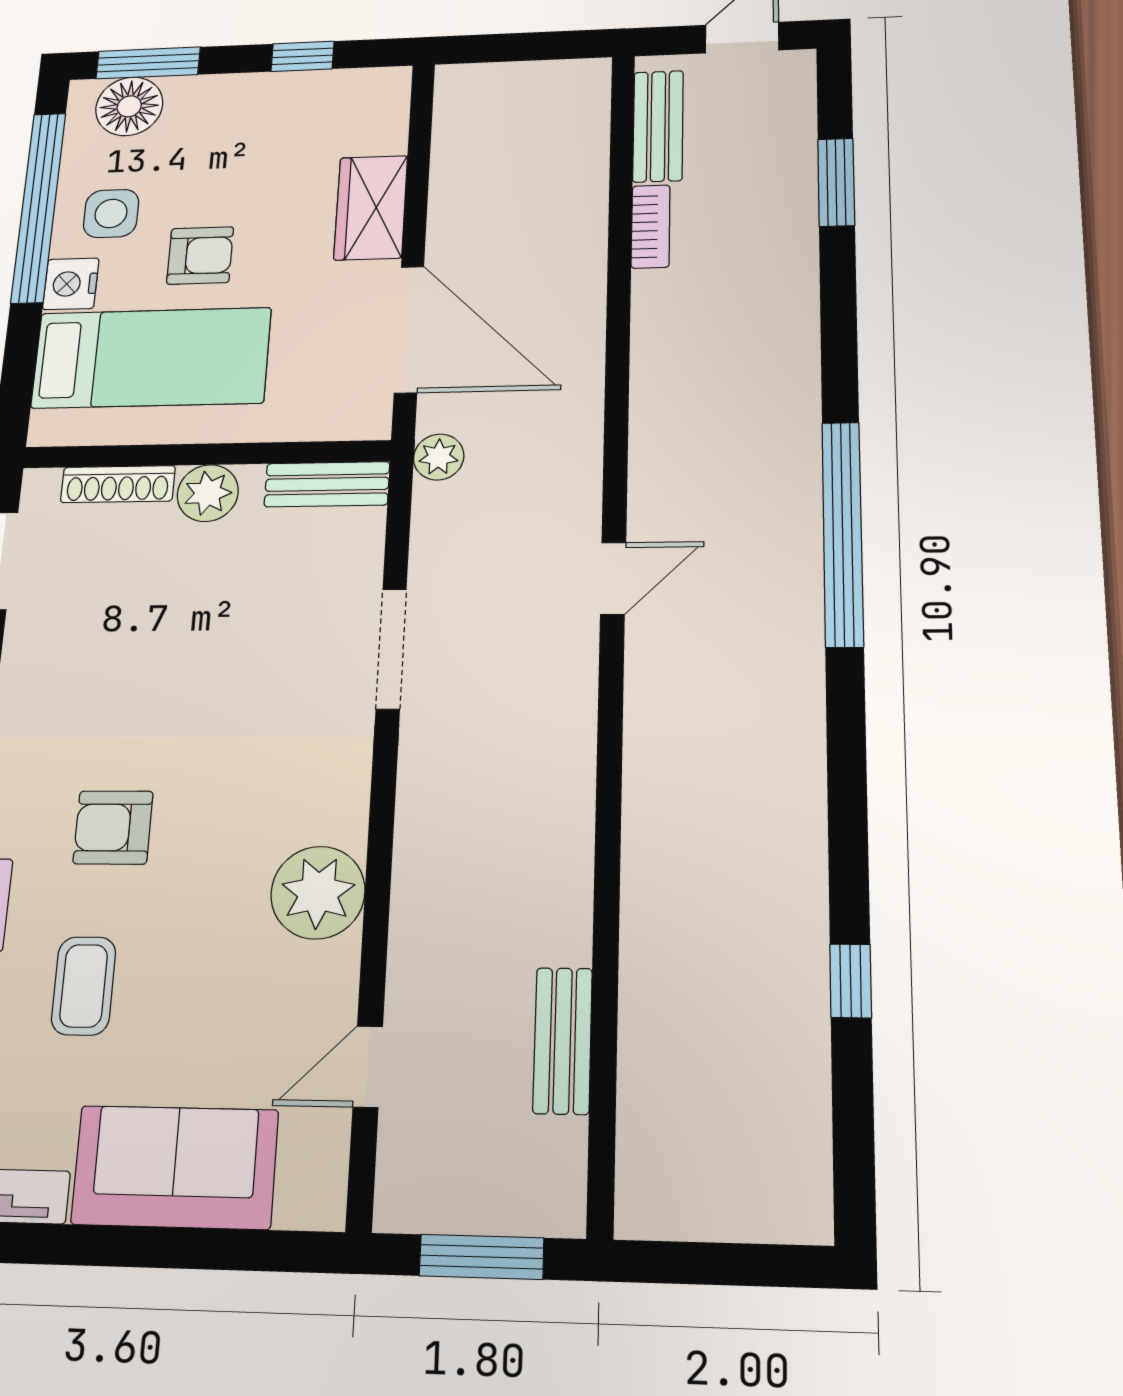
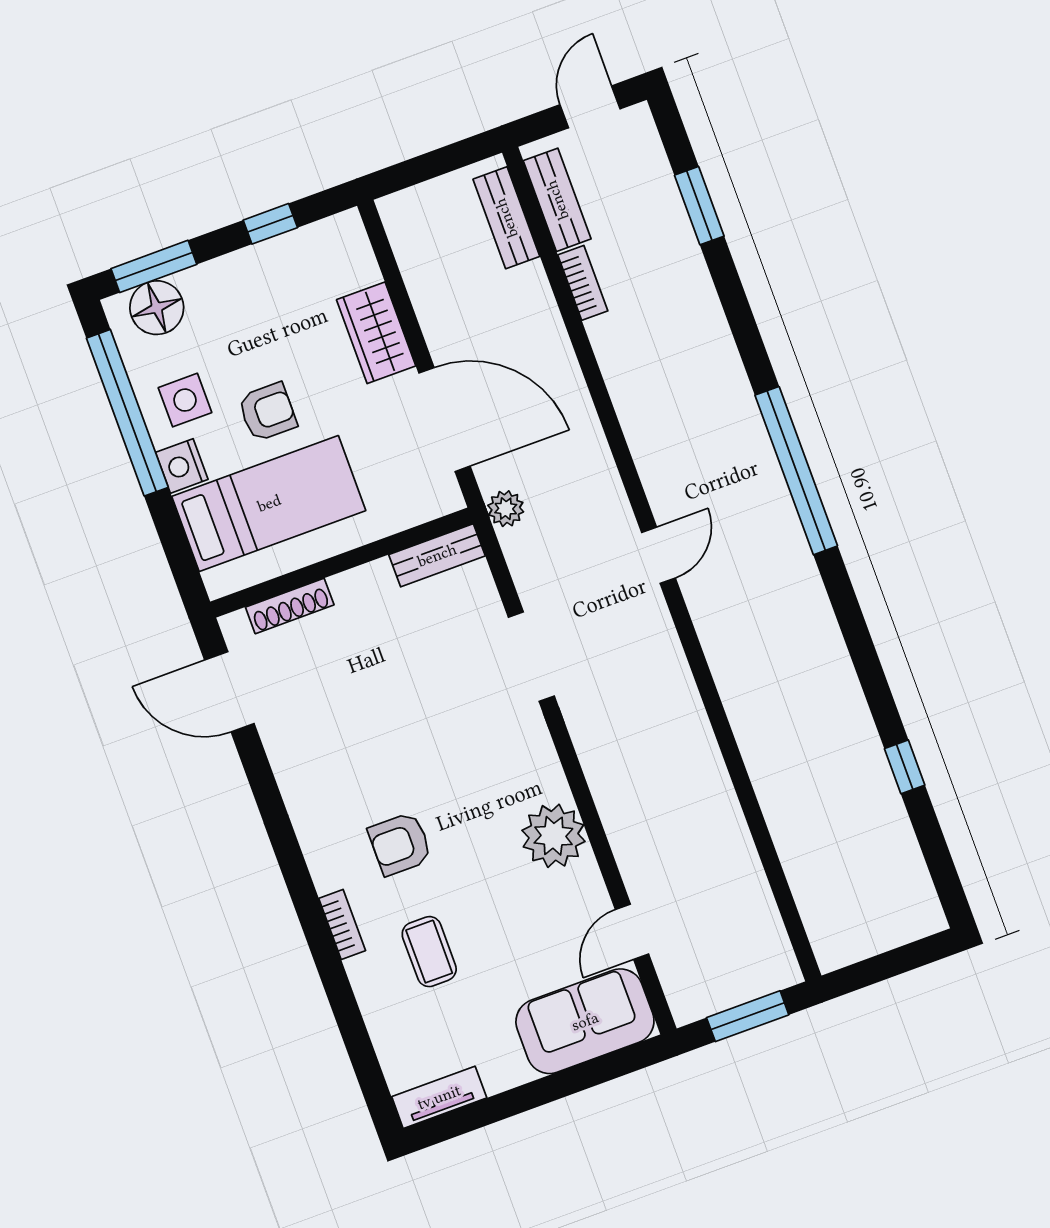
plant: (208, 493) -> (356, 590), removed
bench: (563, 1041) -> (506, 218), moved
sofa: (175, 1167) -> (585, 1021), moved

